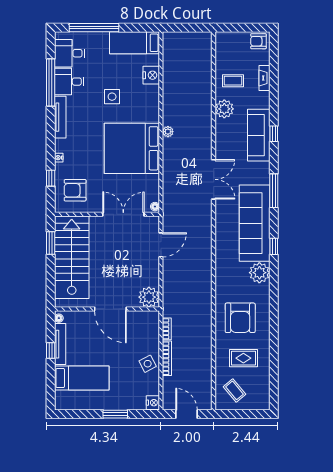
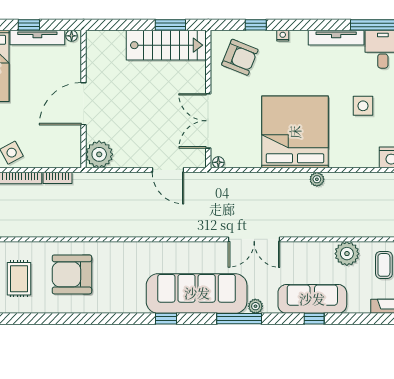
armchair: (75, 190) -> (240, 57), turned 112
double door: (123, 214) -> (208, 121), swing flipped
stairs: (72, 257) -> (166, 45), width x0.73, depth x0.66
plant: (259, 273) -> (255, 306), moved, width x0.53, depth x0.53

